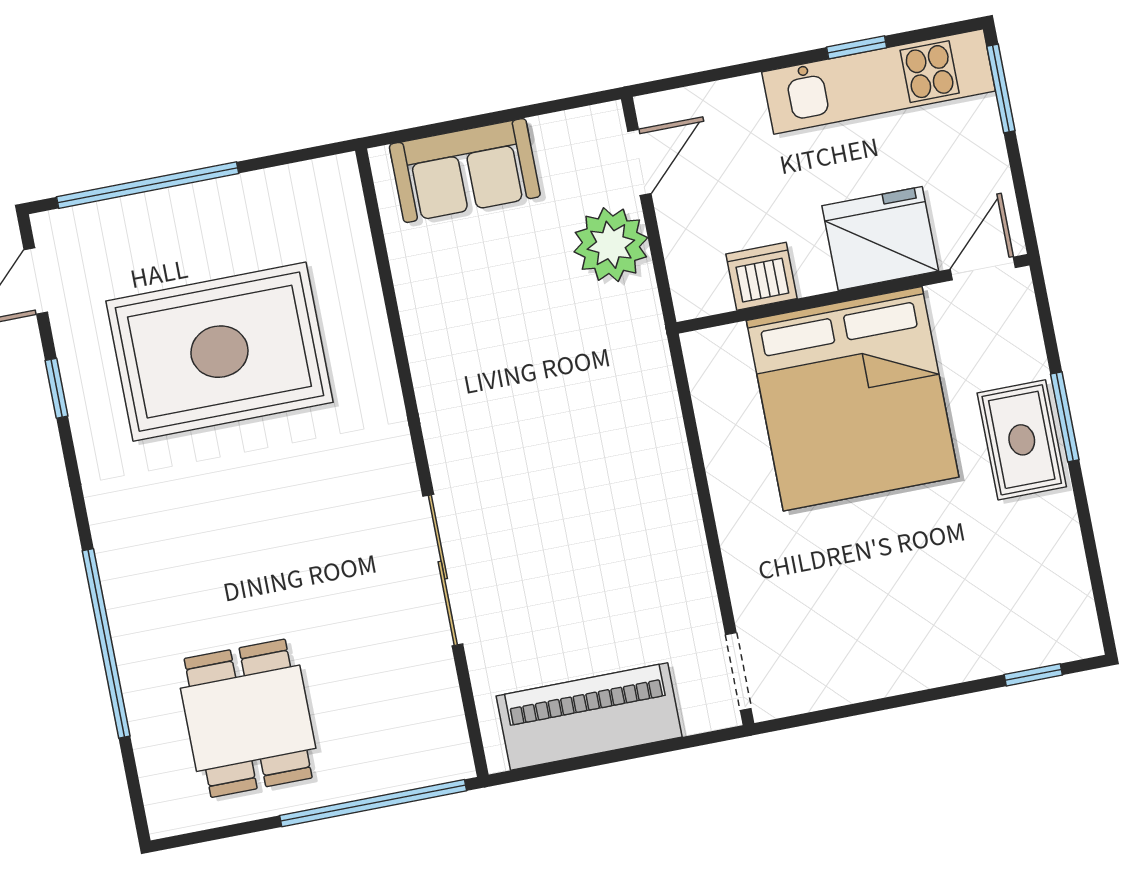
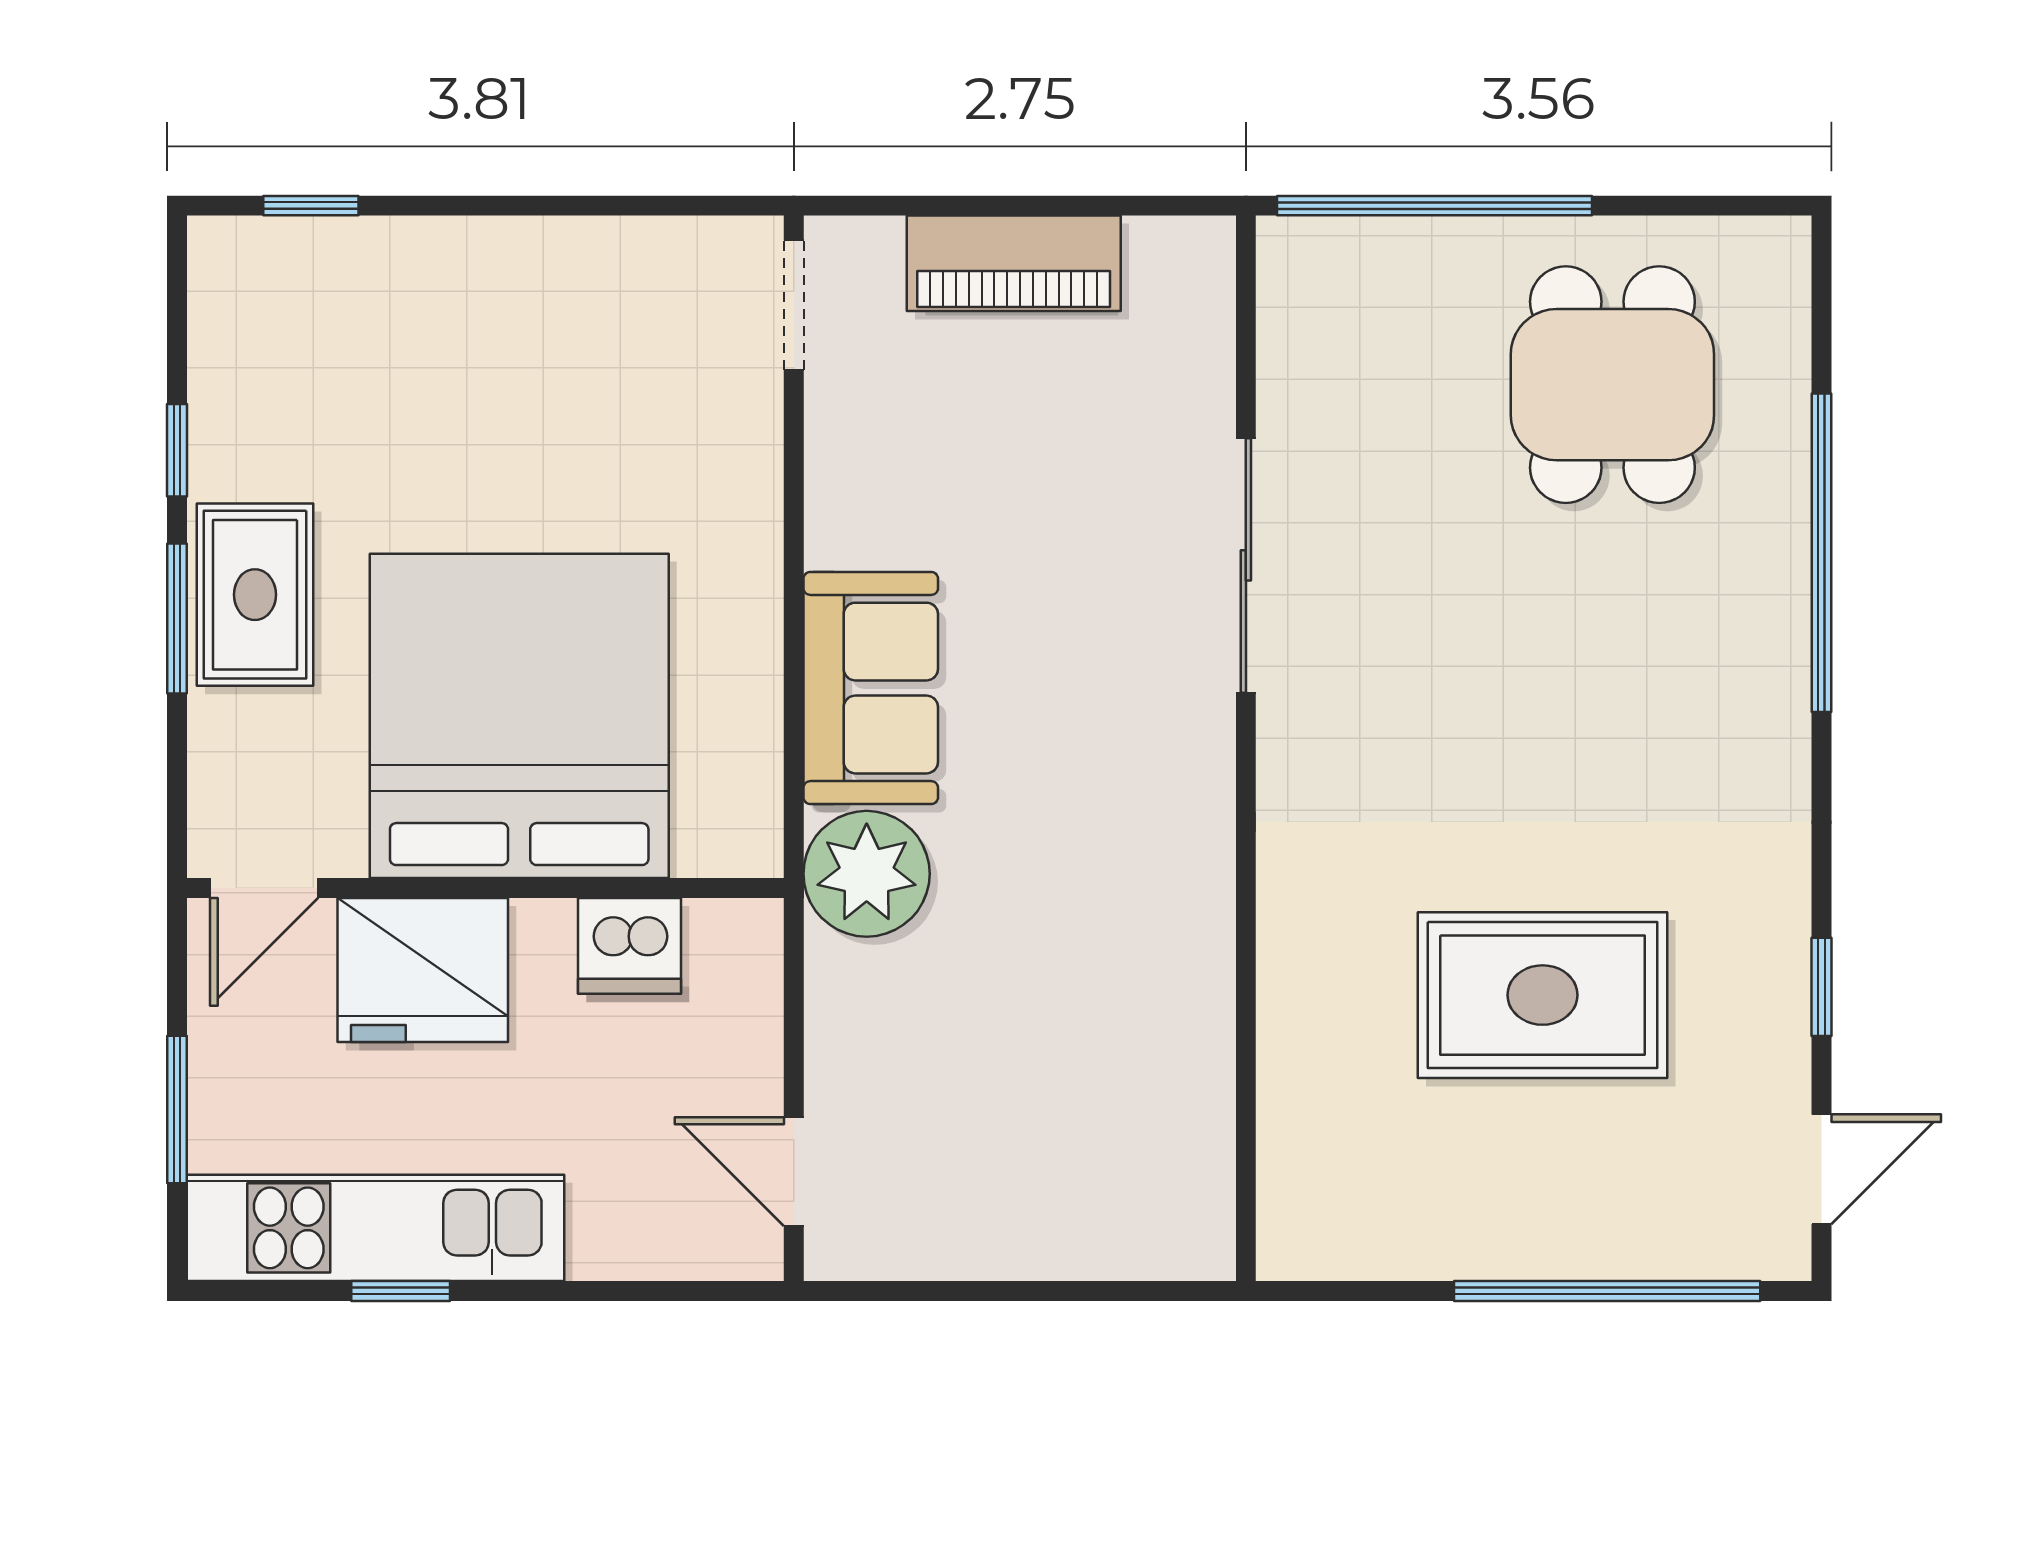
window: (1001, 88) -> (177, 1110), moved
door: (639, 162) -> (794, 1172), hinge flipped
sofa: (465, 170) -> (871, 688), moved, turned 90
plant: (611, 245) -> (867, 874), moved
rug: (219, 352) -> (1543, 995), width x0.73, depth x0.69
window: (1084, 516) -> (177, 450), added
piano: (589, 716) -> (1014, 263), width x0.73, depth x0.75

